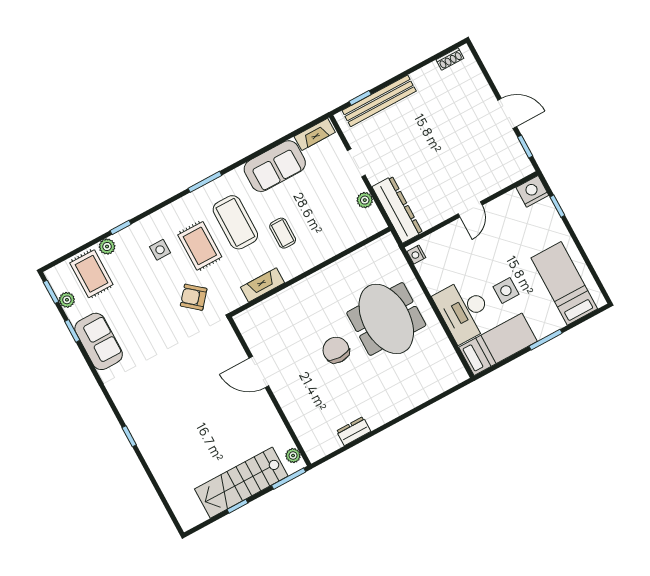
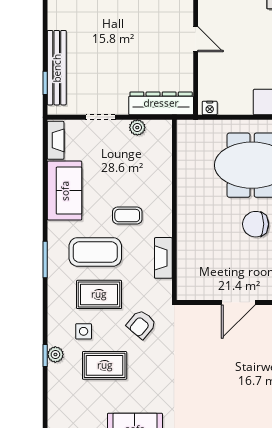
plant: (107, 247) -> (55, 355), moved
rug: (91, 274) -> (105, 365), moved

